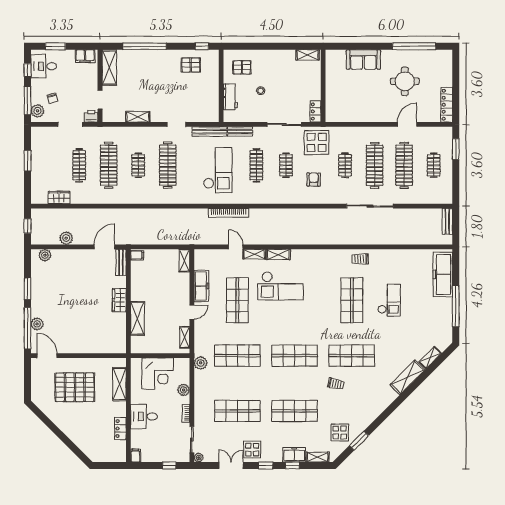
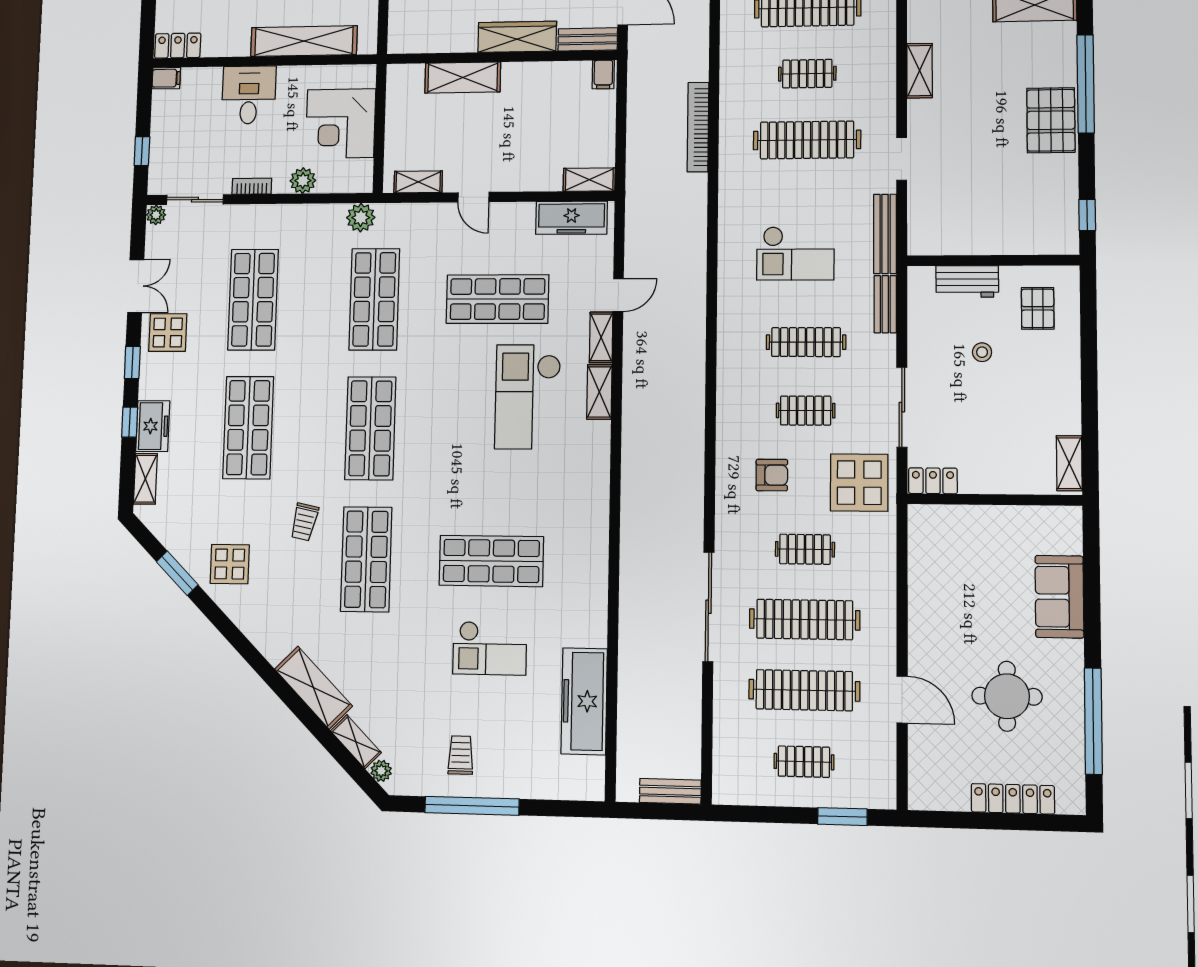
pallet: (191, 65) -> (1051, 120), moved, width x1.50, depth x1.42
locker: (447, 105) -> (1013, 799), moved
checkout: (218, 170) -> (795, 253), width x0.73, depth x0.83
bookcase: (228, 213) -> (698, 127), moved
trolley: (360, 259) -> (461, 755), moved
freezer: (443, 274) -> (584, 701), moved, turned -90
freezer: (201, 286) -> (572, 218), moved
wardrobe: (119, 300) -> (517, 37), width x1.50
plant: (442, 346) -> (381, 771), added
shelving: (119, 384) -> (304, 41), width x1.47
locker: (120, 429) -> (178, 46), moved
display table: (340, 433) -> (230, 564), moved

